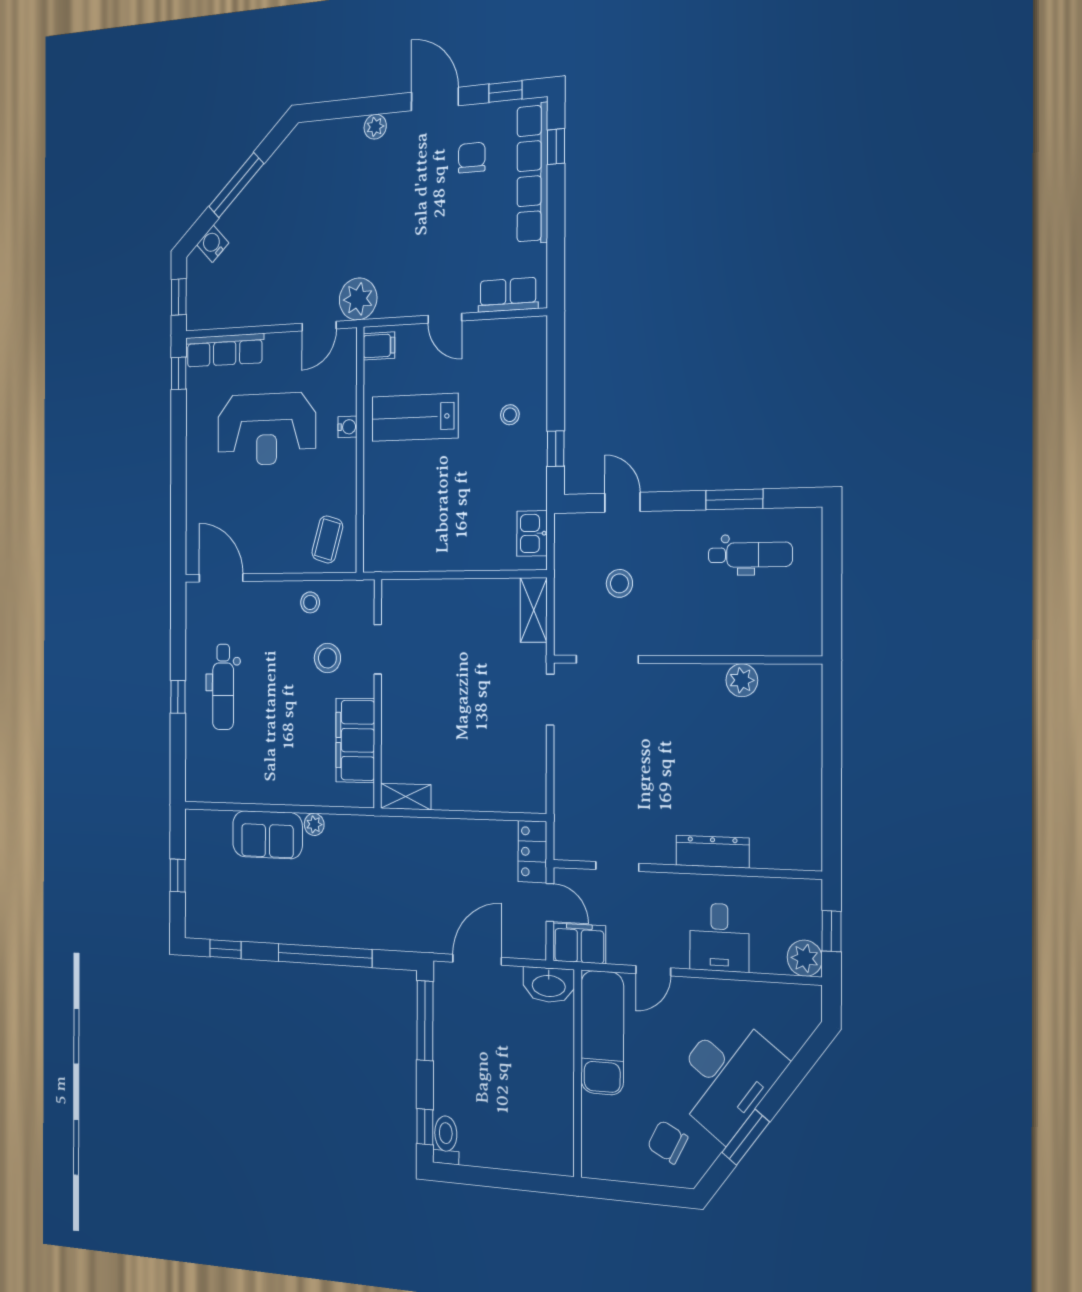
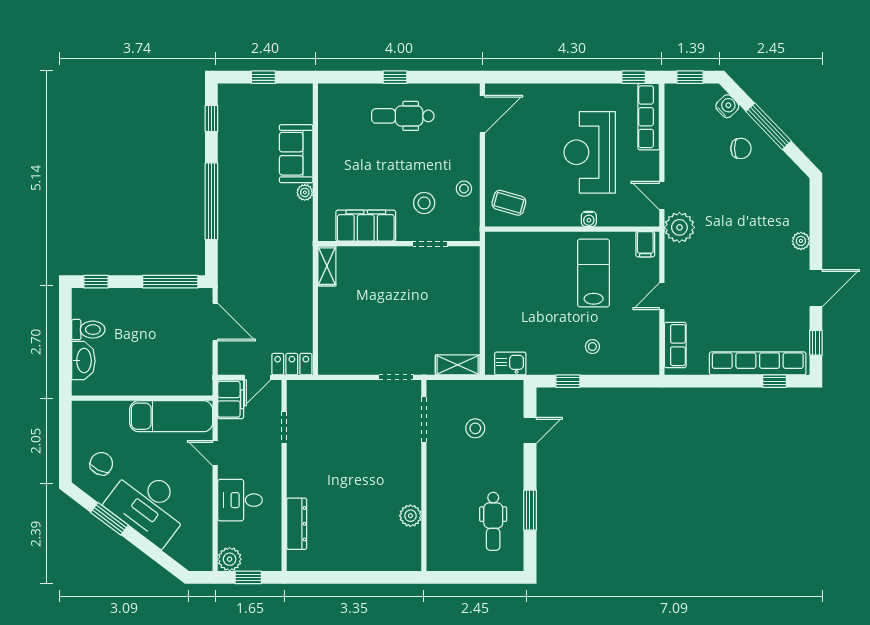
chair: (472, 158) -> (741, 148), moved
dresser: (713, 852) -> (297, 524), moved
washbasin: (549, 985) -> (83, 361), moved, turned 180
toilet: (446, 1140) -> (88, 330), moved

